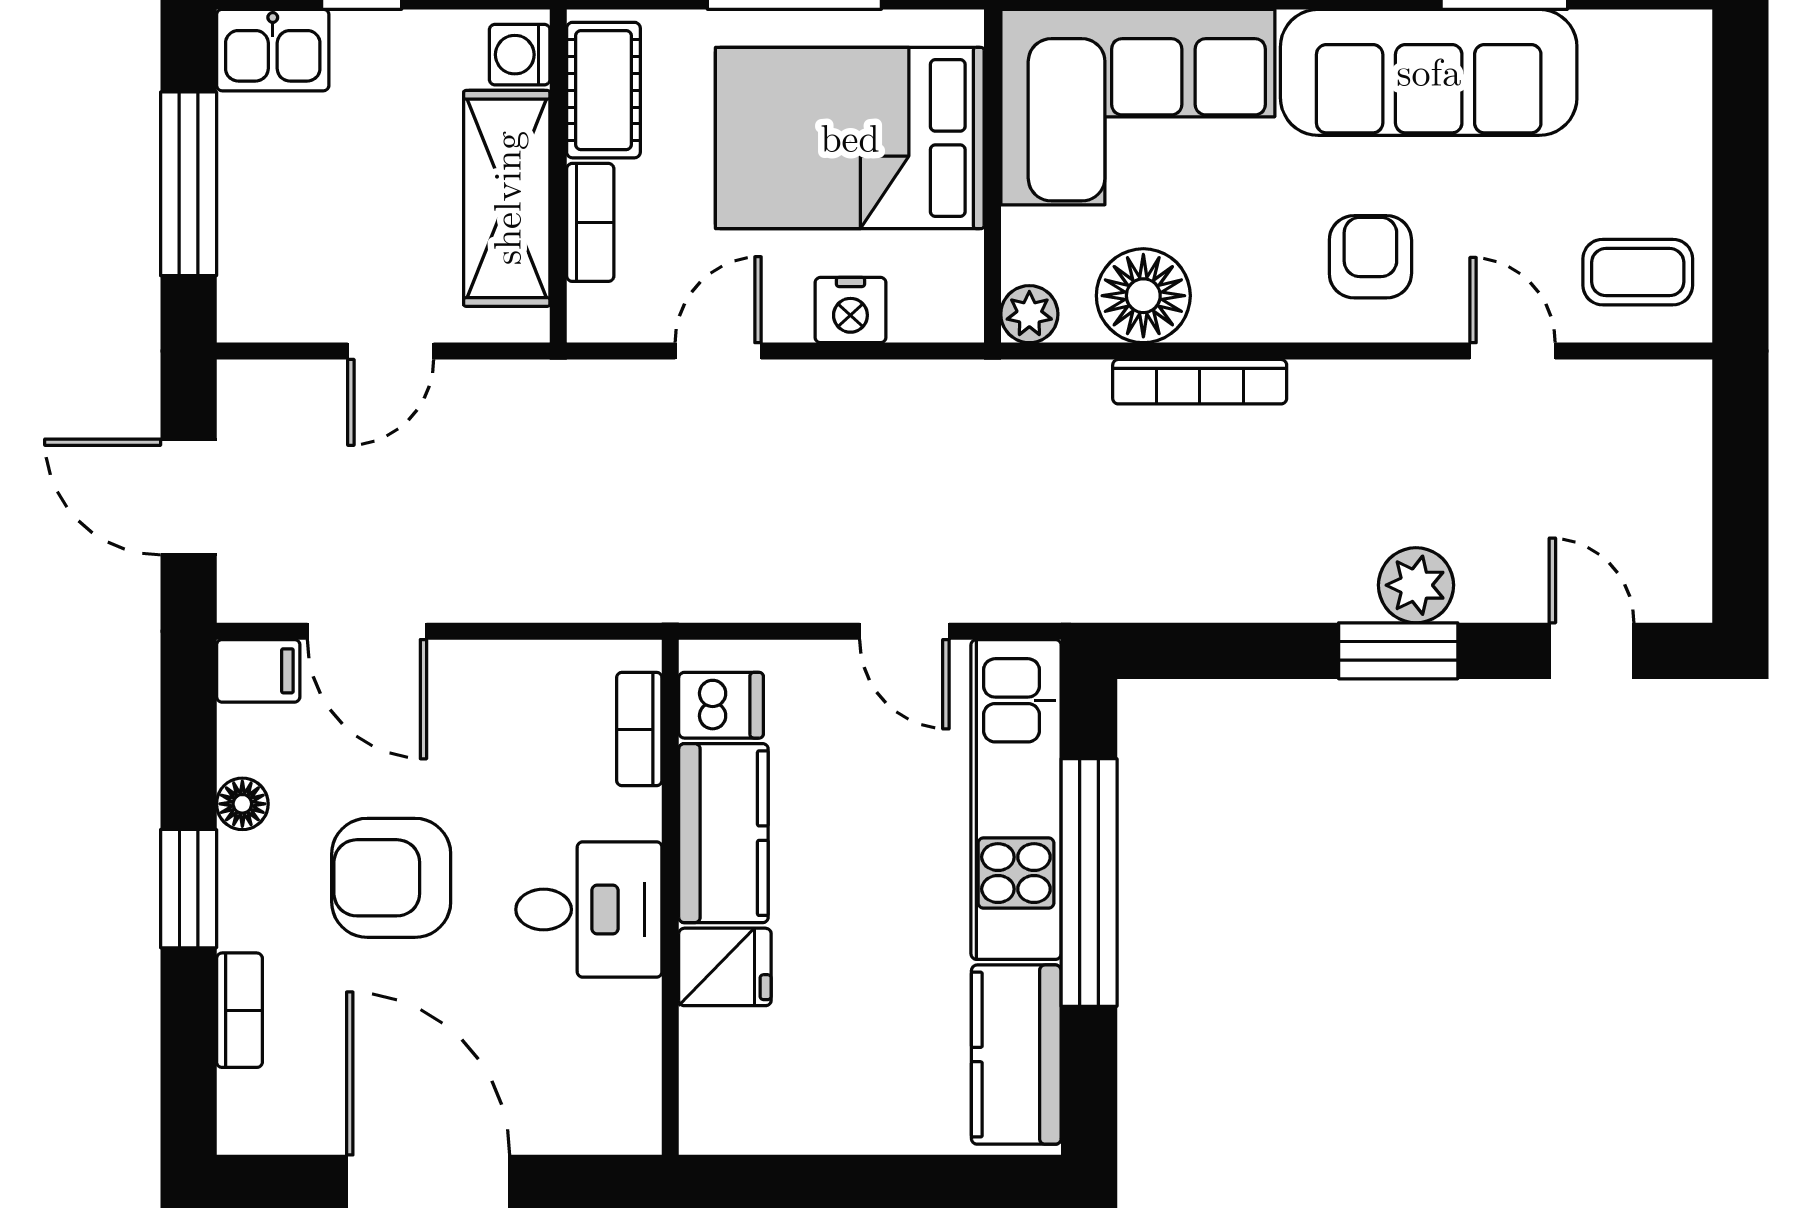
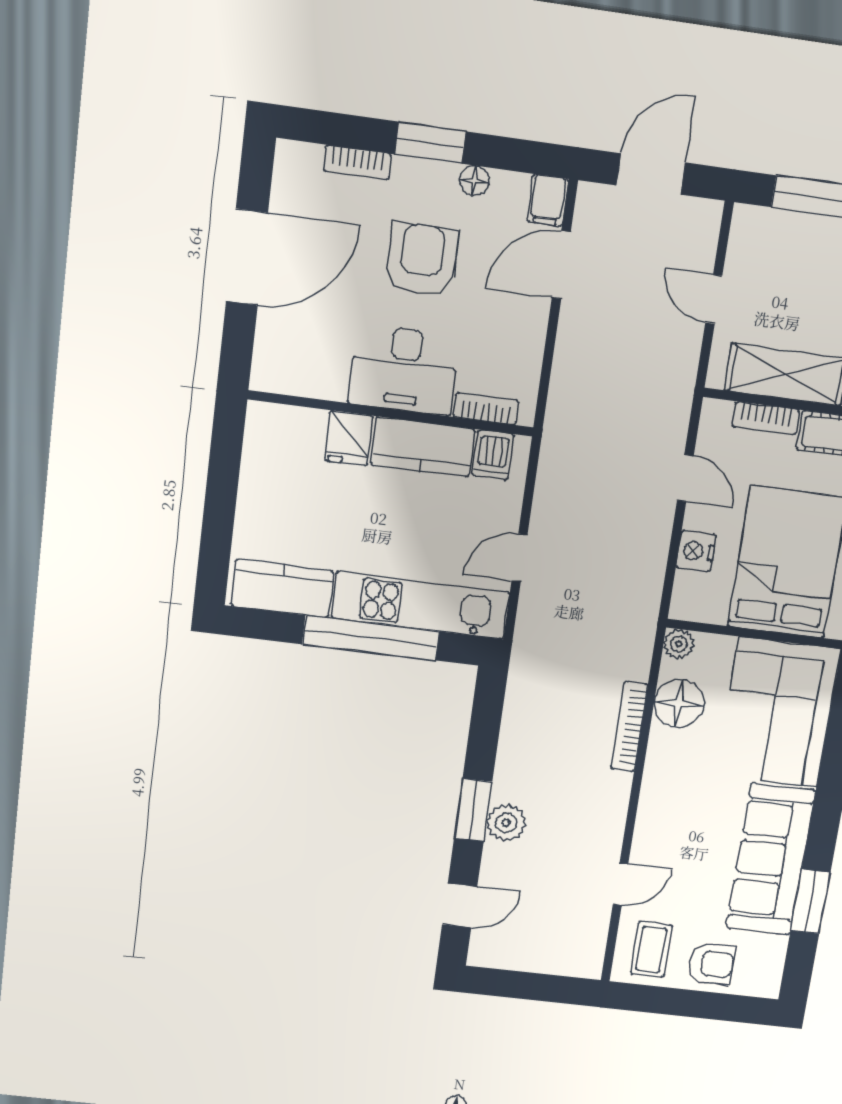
armchair: (1370, 257) -> (711, 964), moved
desk: (589, 910) -> (404, 370), width x1.37

